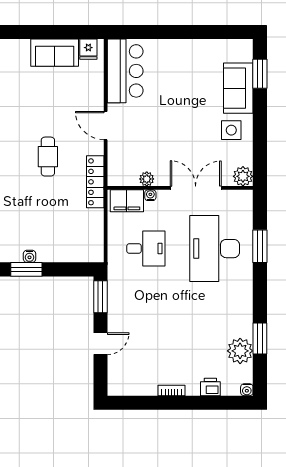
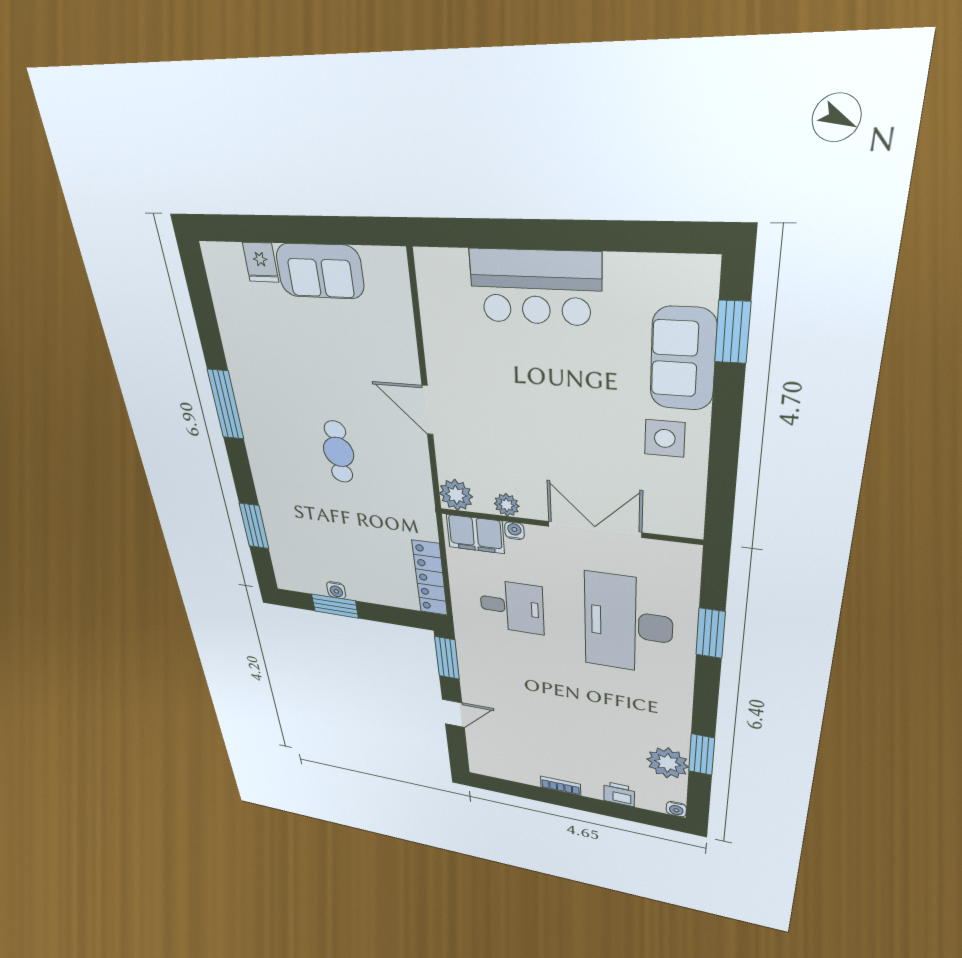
fridge: (88, 49) -> (261, 262), moved
bar counter: (125, 71) -> (535, 287), moved, turned 90
plant: (243, 176) -> (456, 495), moved
locker: (95, 182) -> (430, 578), moved

